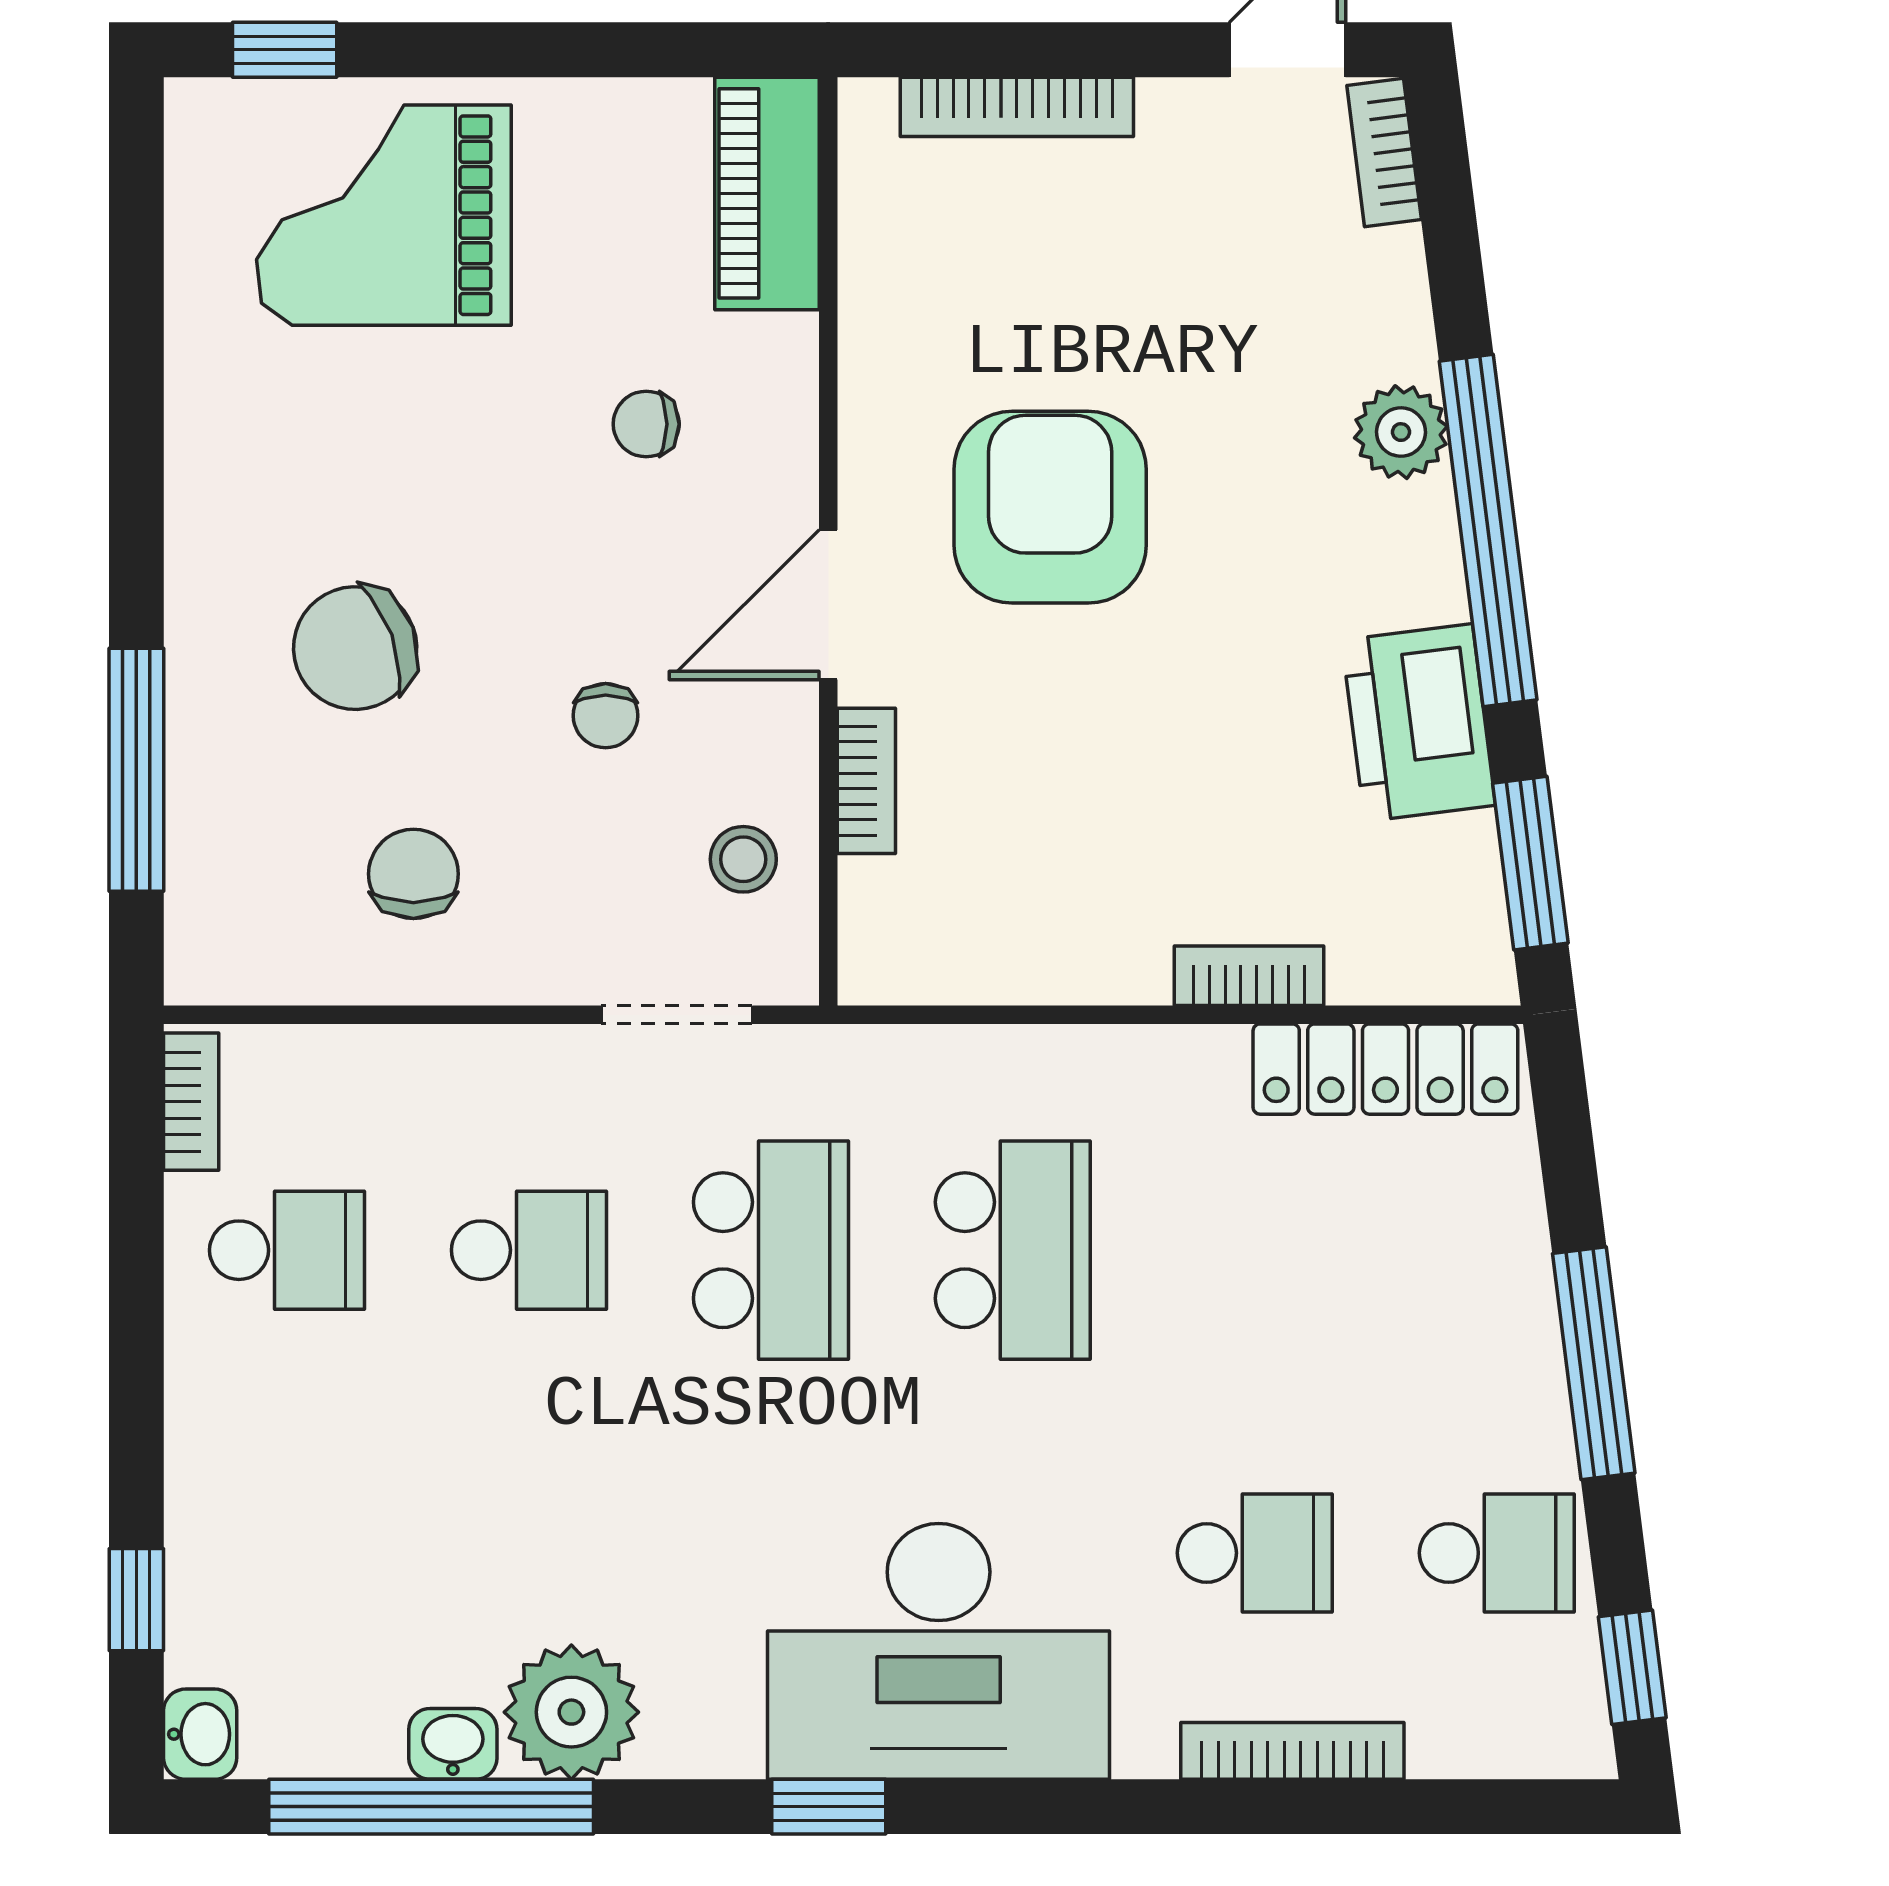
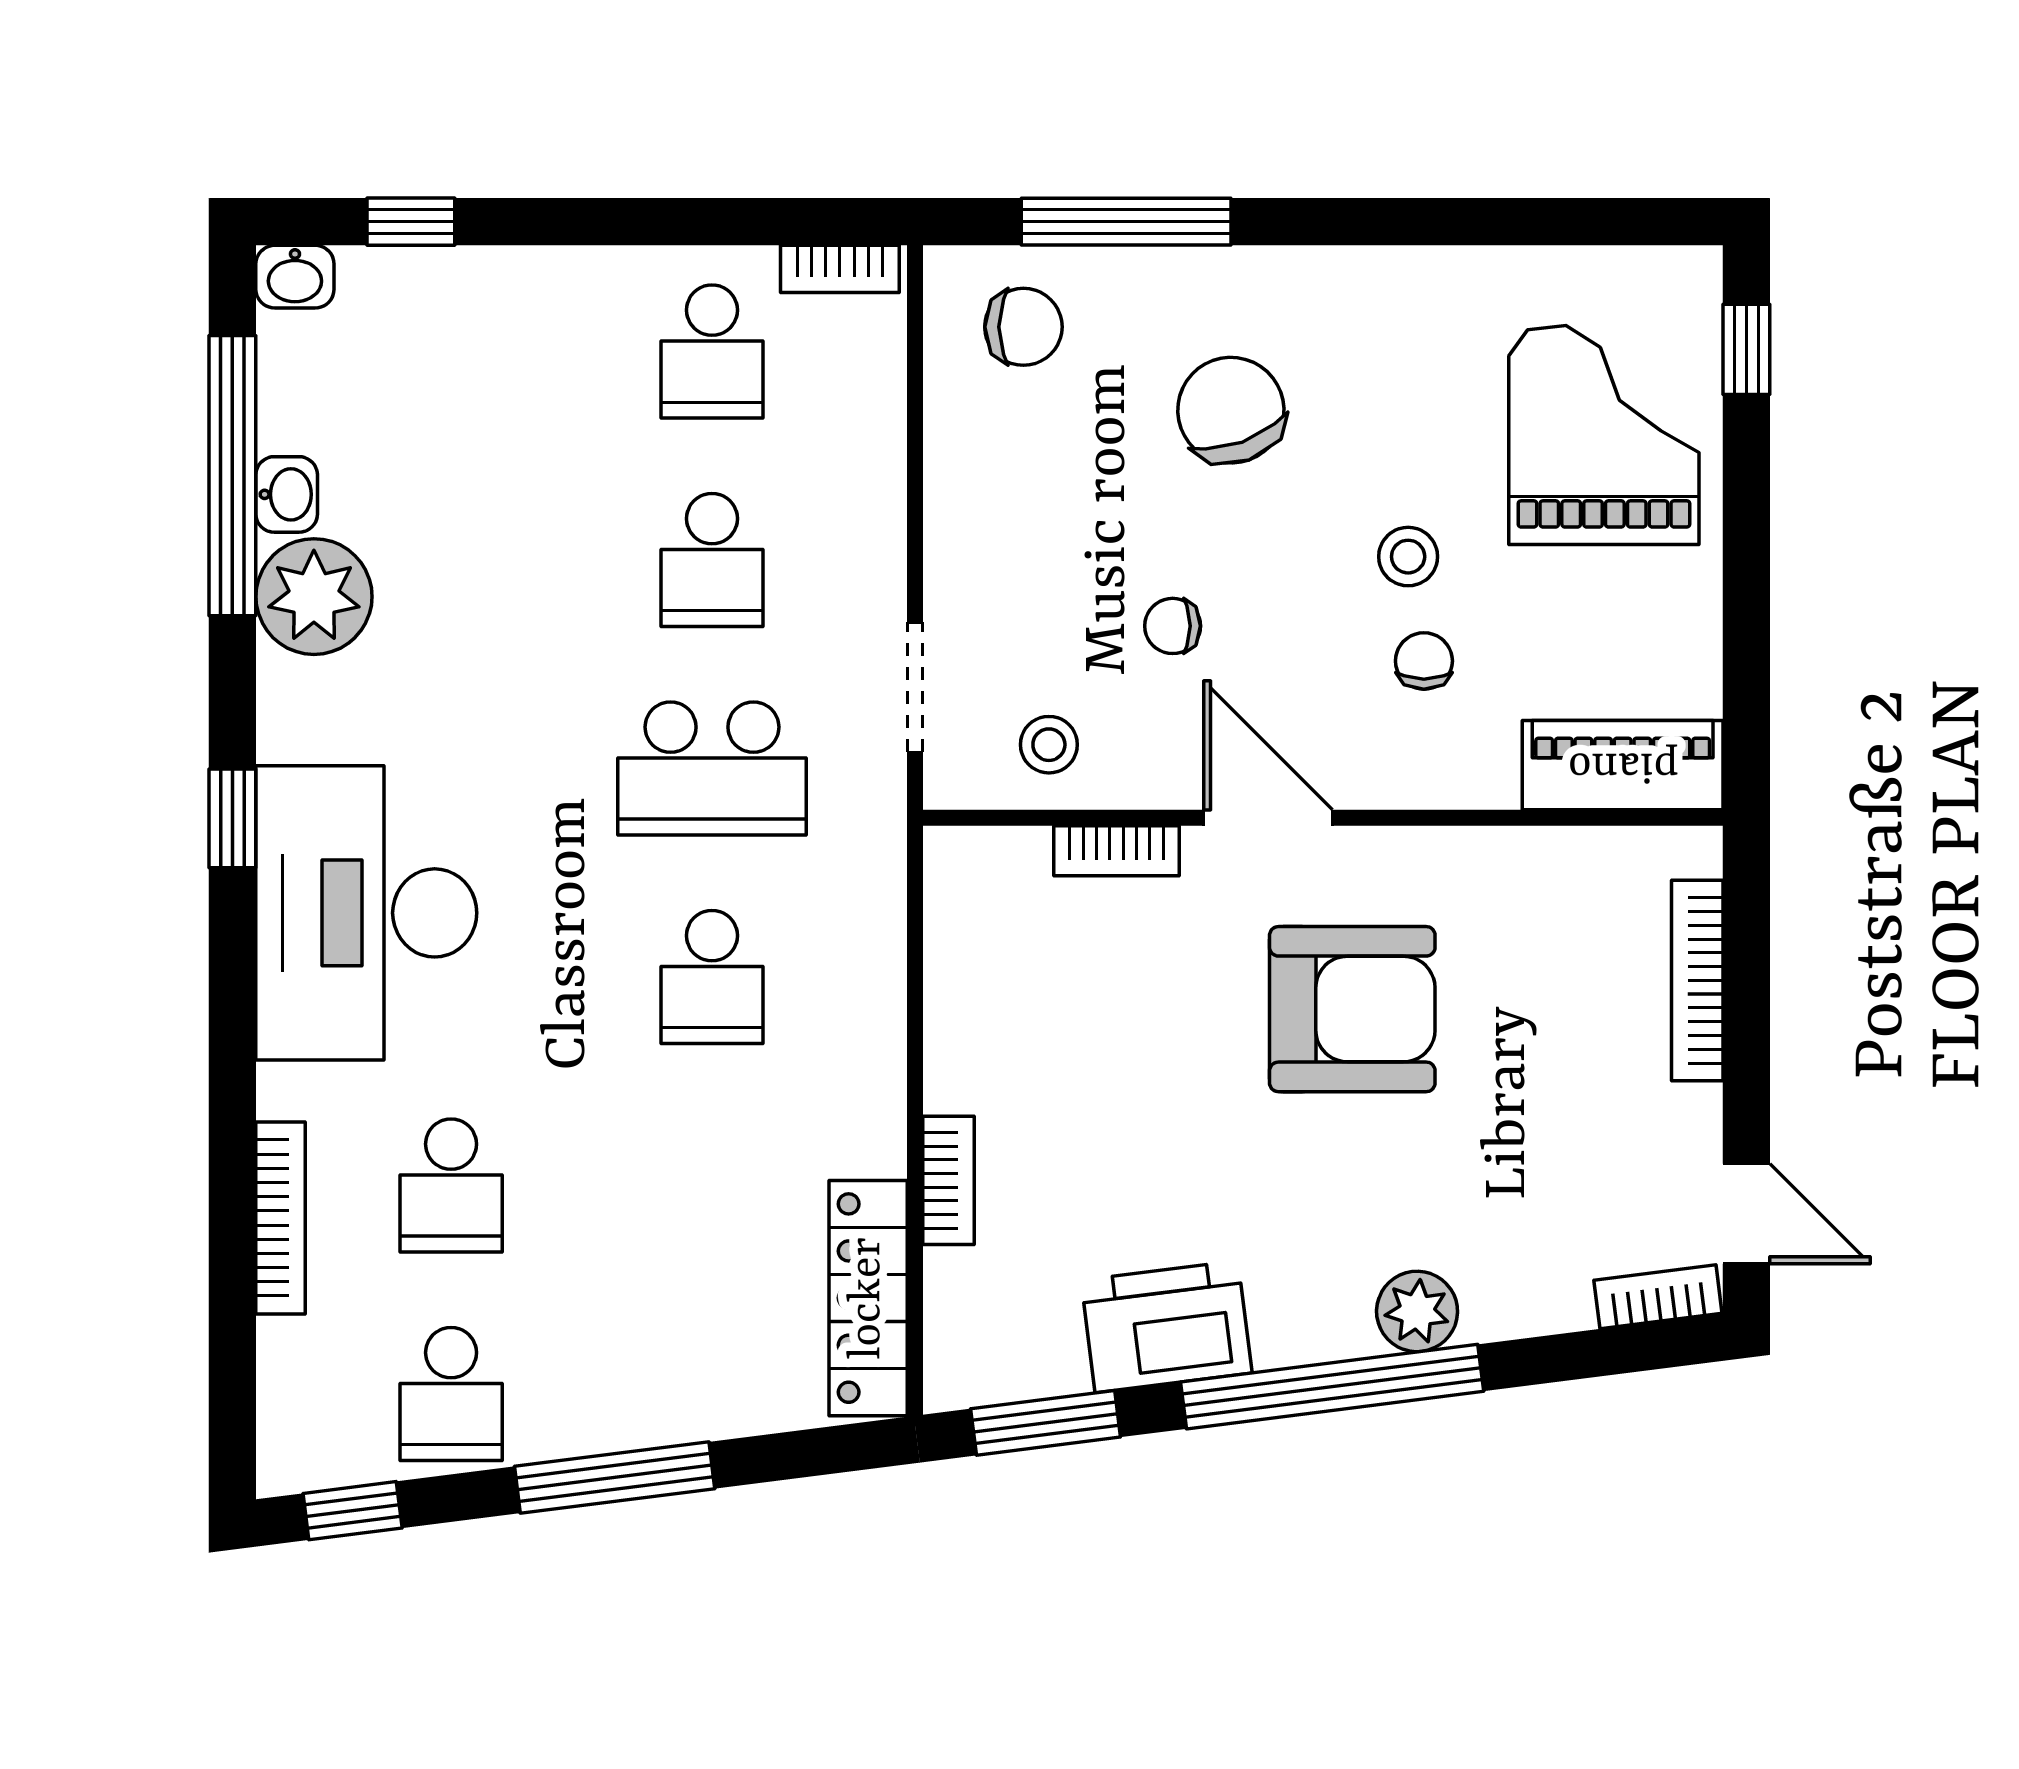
stool: (525, 442) -> (1408, 557), added
chair: (413, 874) -> (1023, 327), moved
school desk: (1013, 1250) -> (712, 977), width x0.54

